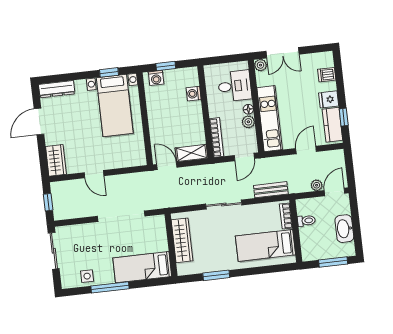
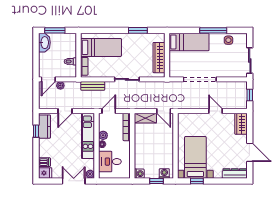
washing machine: (194, 94) -> (139, 174), moved
fridge: (329, 99) -> (45, 173), moved
door: (39, 121) -> (250, 152), hinge flipped
washbasin: (344, 229) -> (44, 43), moved

